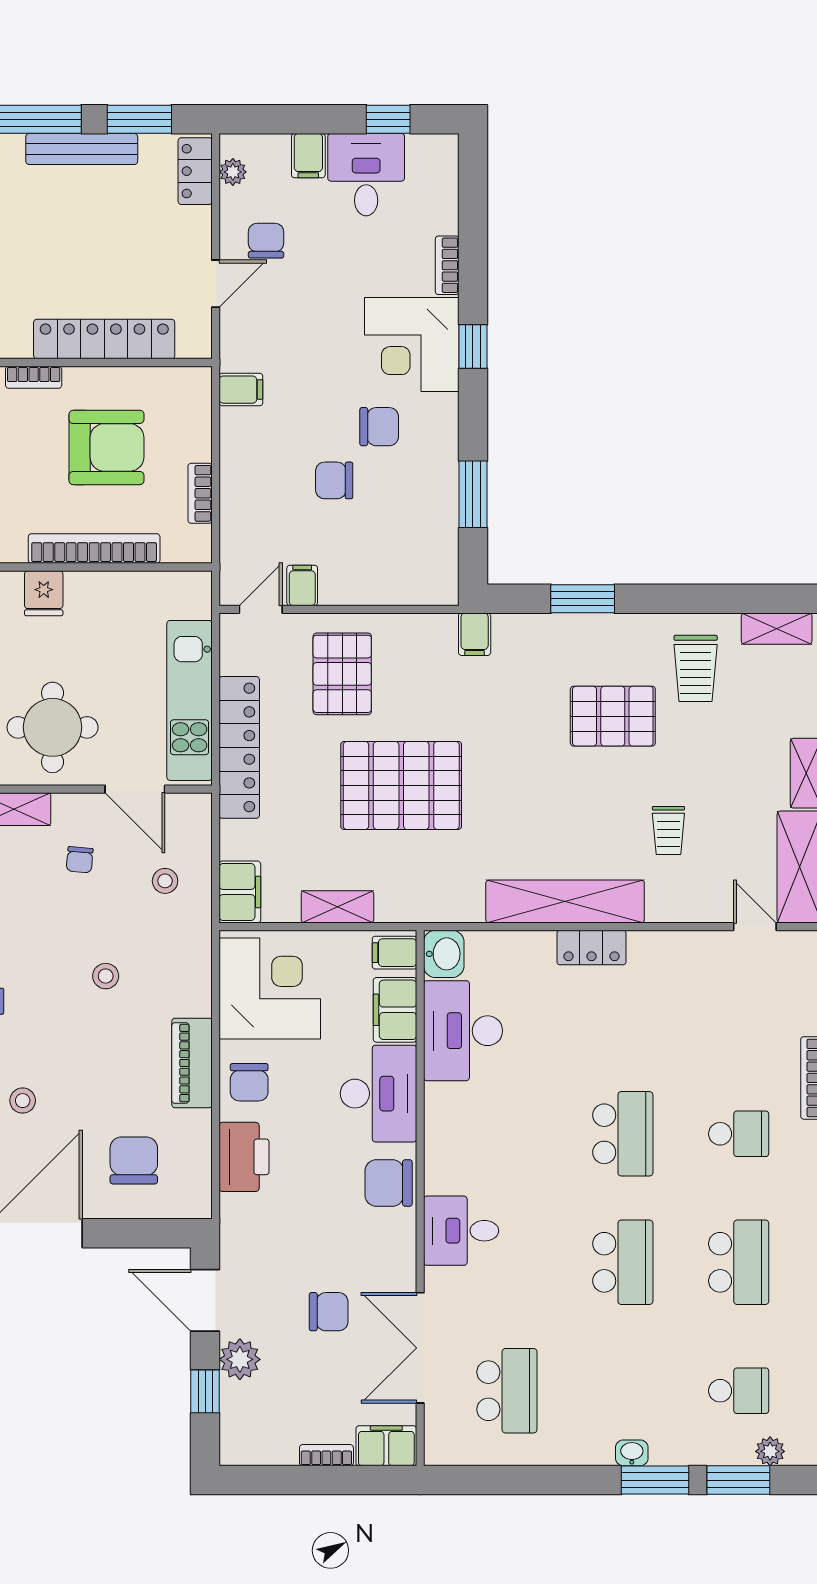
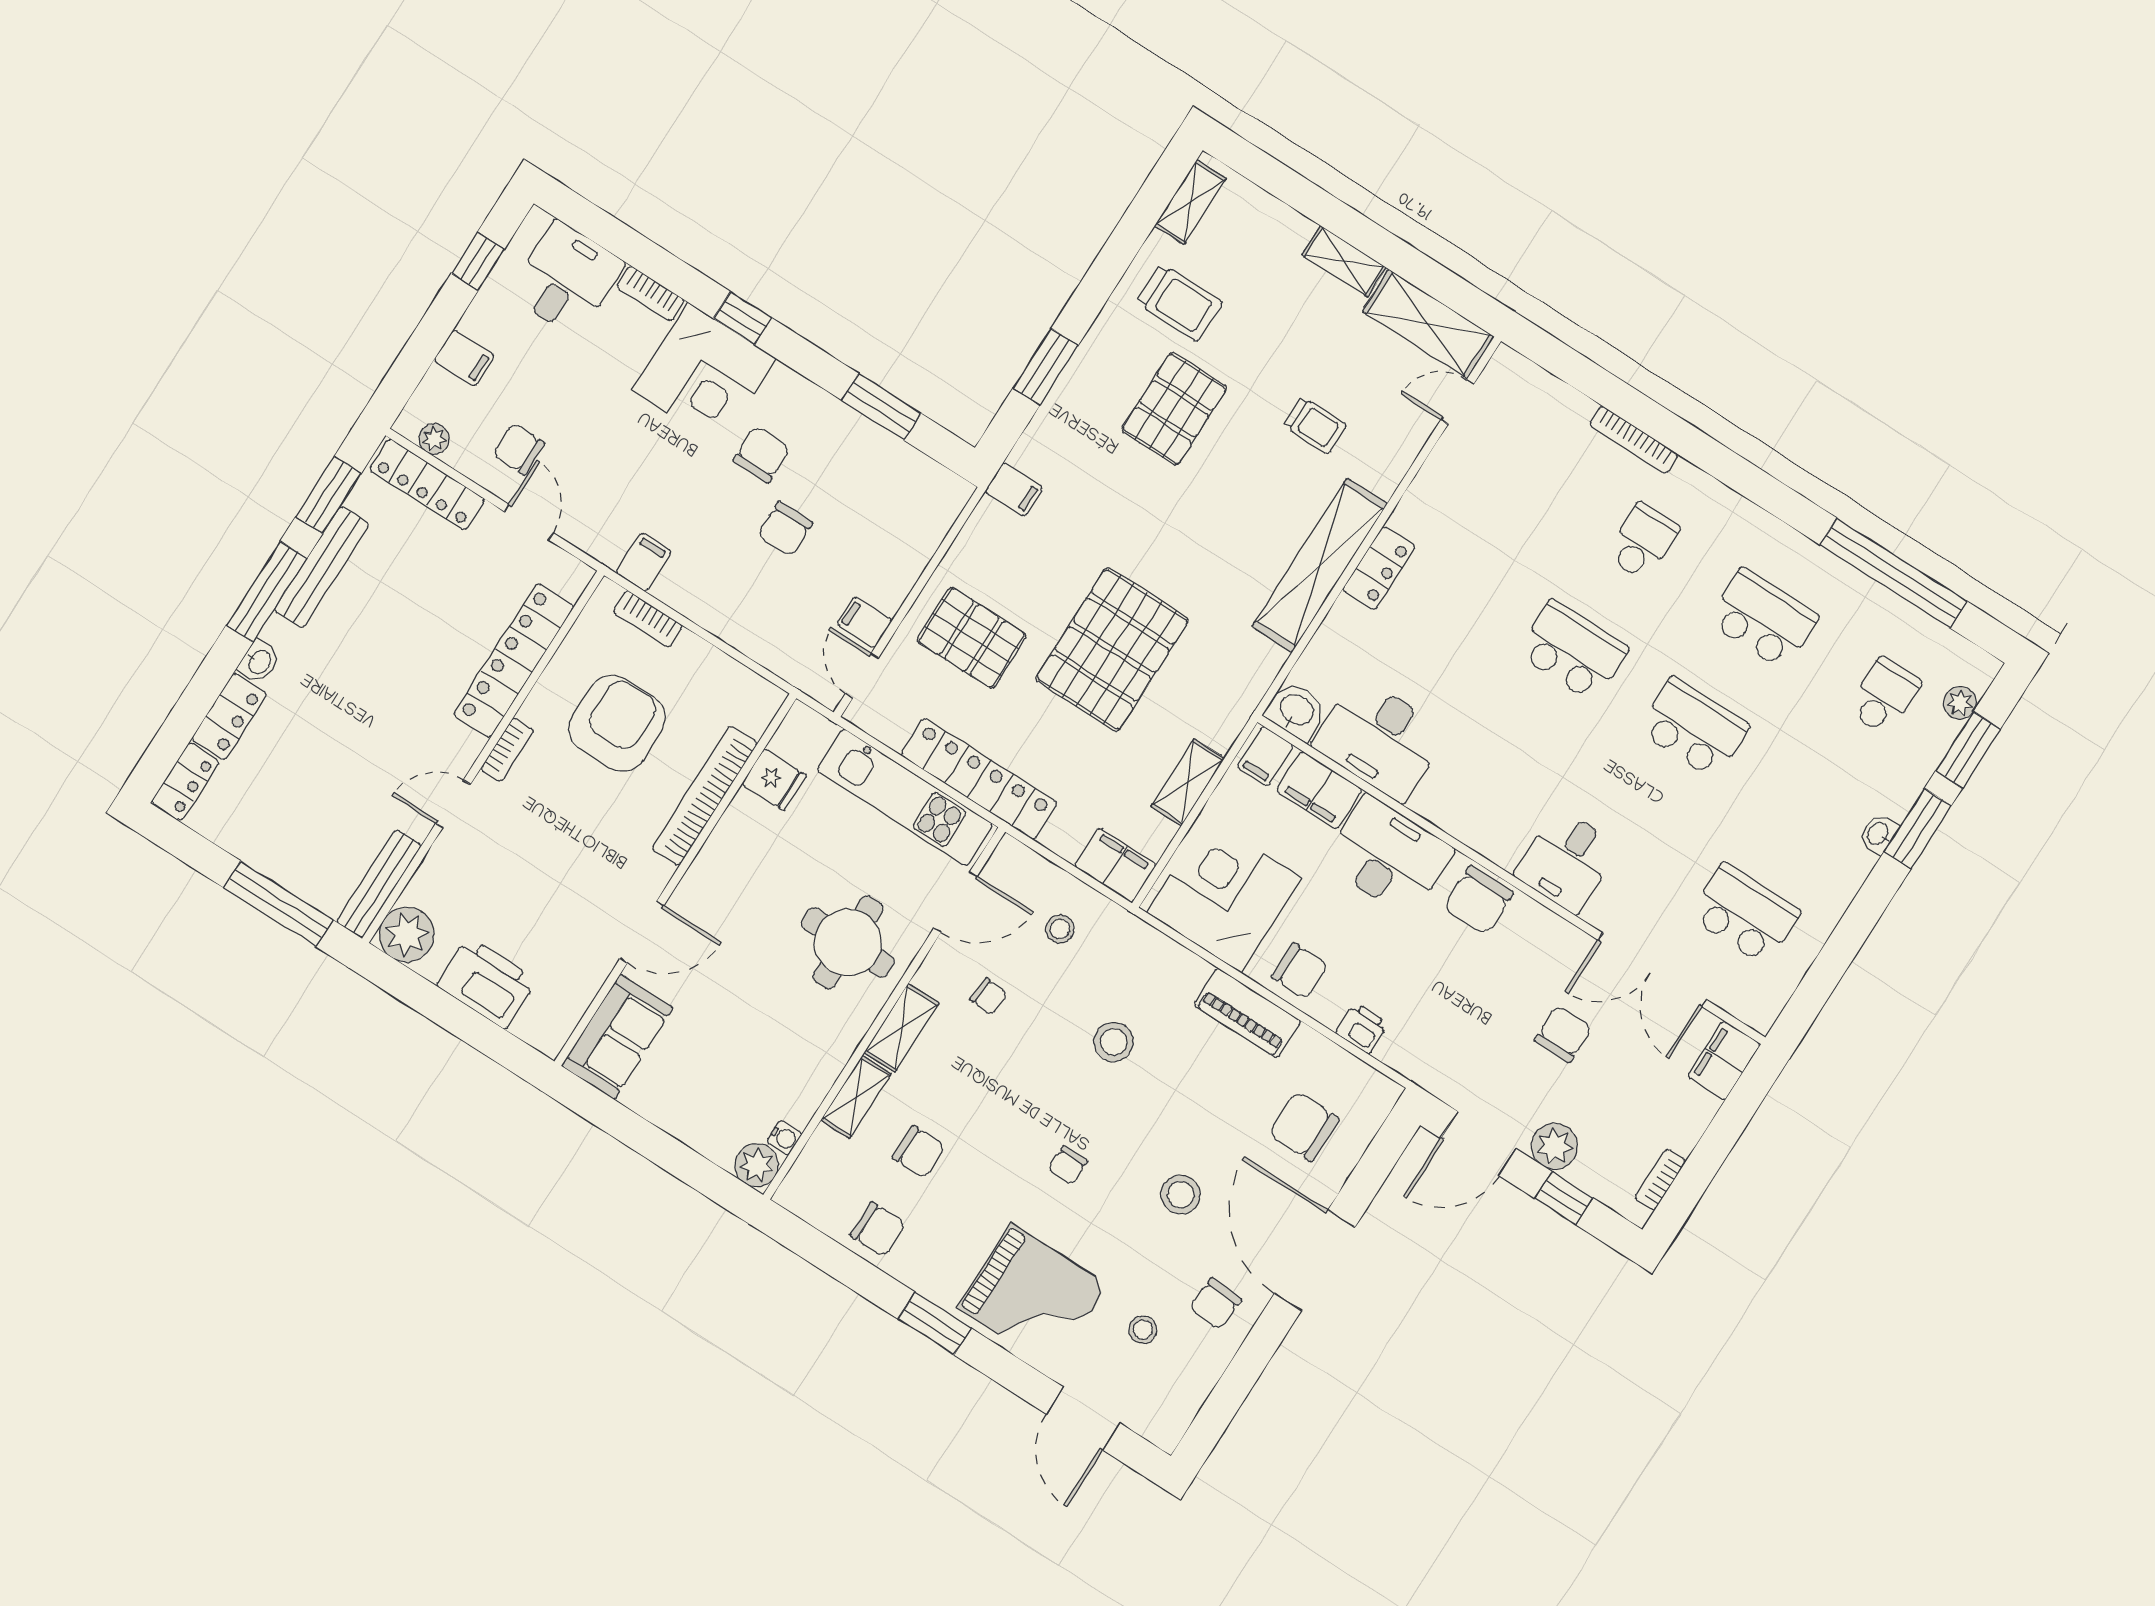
locker: (195, 171) -> (427, 484), width x1.53
desk: (366, 175) -> (567, 279), moved, turned 90
bookcase: (200, 493) -> (648, 619), moved
fridge: (44, 593) -> (774, 780), moved
stool: (106, 976) -> (1114, 1042), width x1.37, depth x1.37
stool: (23, 1101) -> (1181, 1195), width x1.37, depth x1.37
printer: (244, 1157) -> (1362, 1028), width x0.53, depth x0.68
bookcase: (326, 1455) -> (1660, 1180), moved

